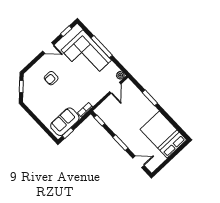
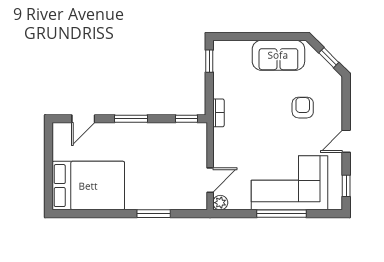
door: (115, 88) -> (210, 180), swing flipped
sofa: (65, 122) -> (278, 55), moved, turned 90

